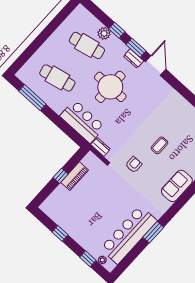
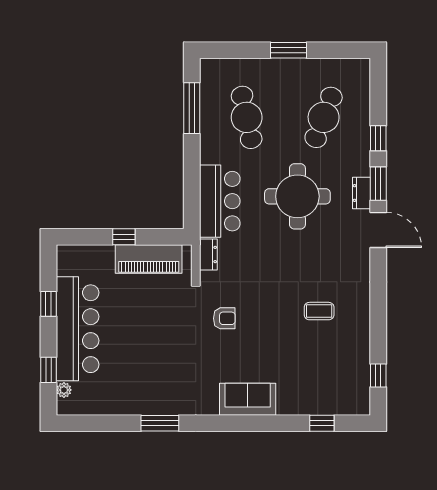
plant: (104, 33) -> (359, 125), removed
window: (45, 34) -> (289, 50), added
cafe table: (87, 45) -> (324, 117), turned 33
door: (156, 66) -> (378, 230), hinge flipped
coffee table: (159, 145) -> (319, 311), moved
piano: (75, 176) -> (149, 259), width x1.37, depth x1.33
bar counter: (129, 235) -> (78, 329), moved, turned 90

